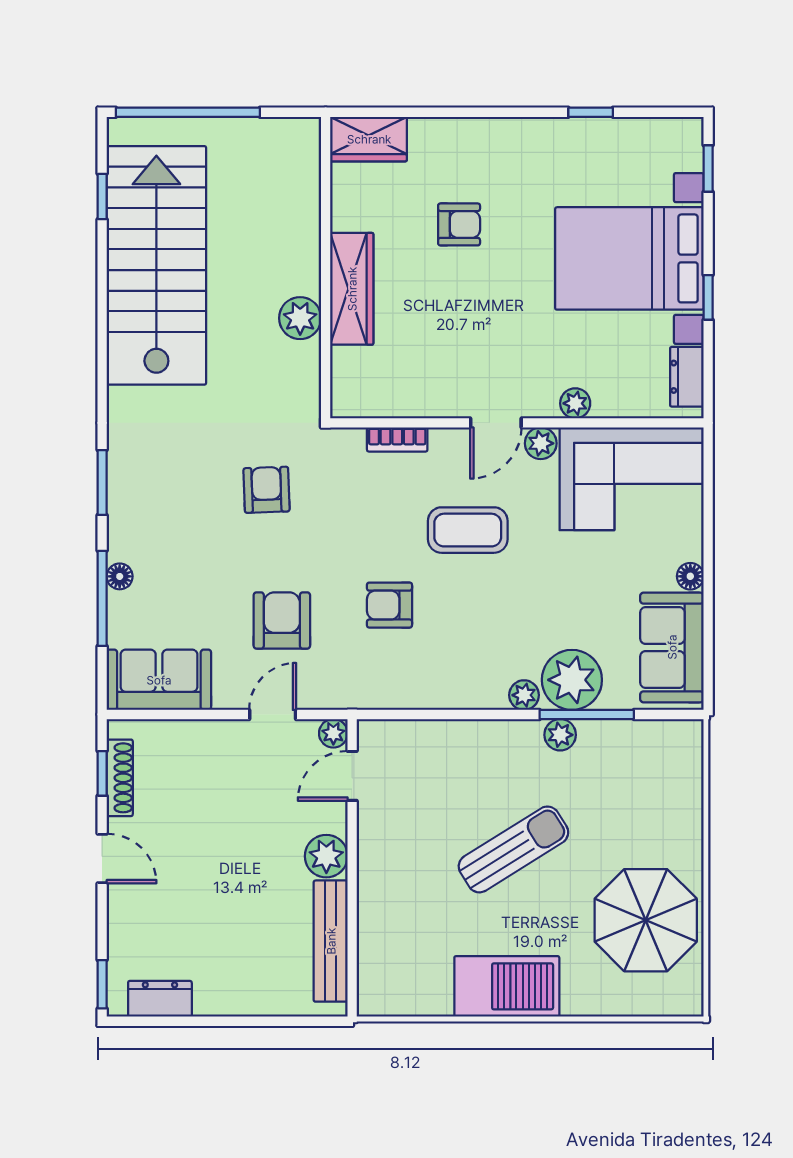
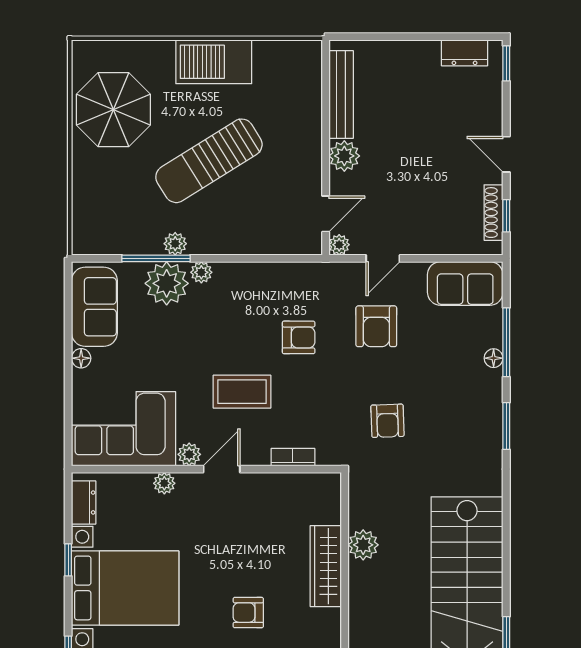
sun lounger: (513, 849) -> (209, 161), width x1.36, depth x1.34

